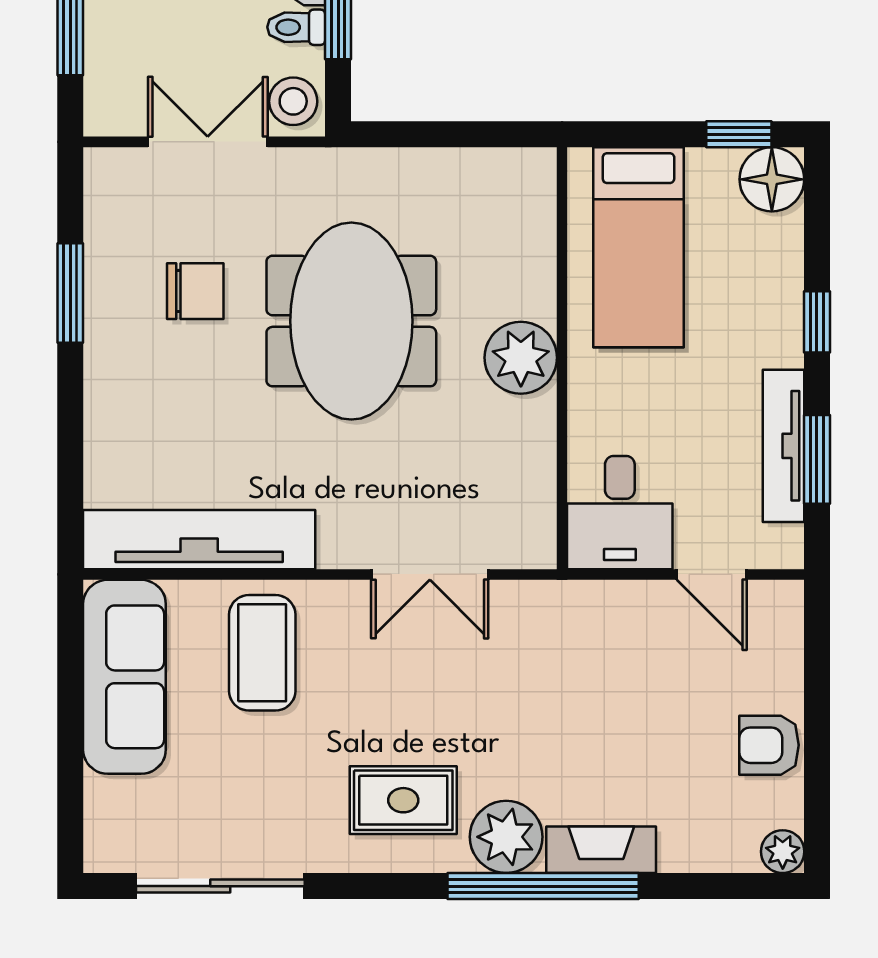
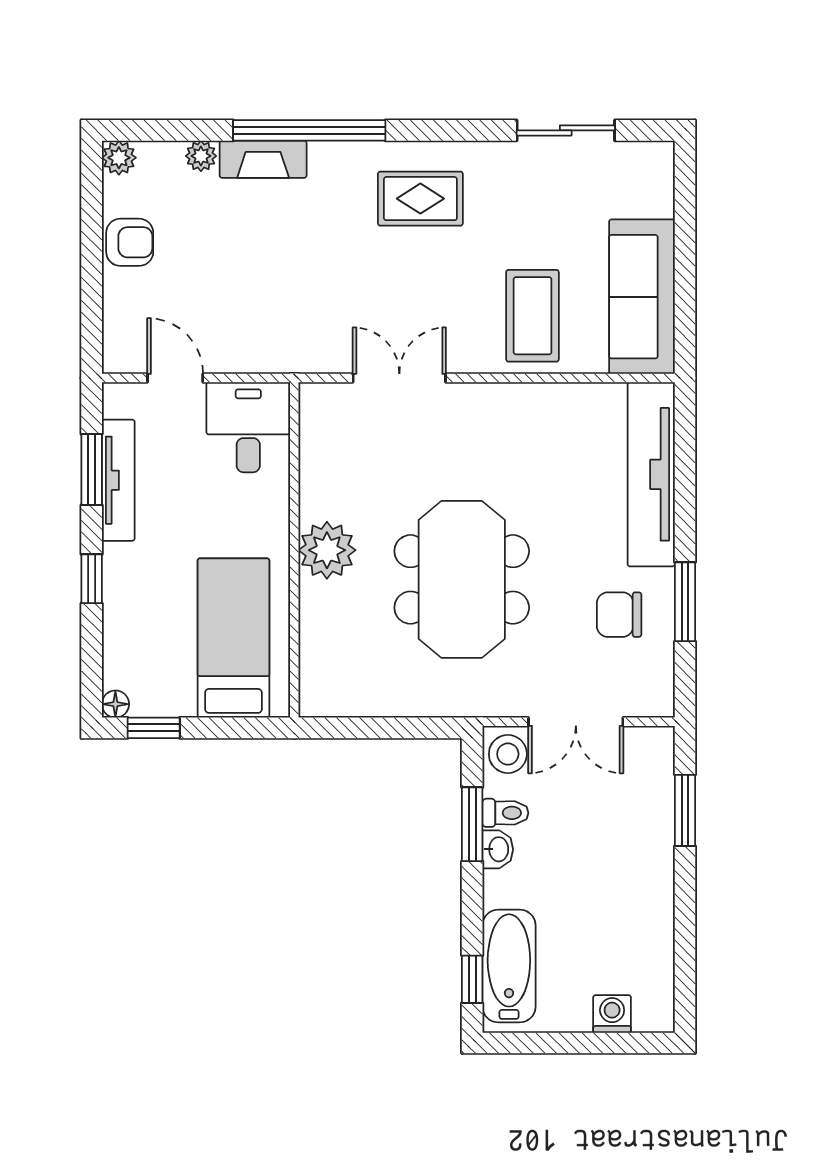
floor lamp: (772, 179) -> (115, 704), width x0.53, depth x0.53
chair: (195, 291) -> (619, 615), moved
tv unit: (199, 540) -> (651, 474), moved, turned 90
plant: (506, 837) -> (201, 156), moved, width x0.53, depth x0.53
sliding door: (220, 886) -> (566, 130), width x0.73

